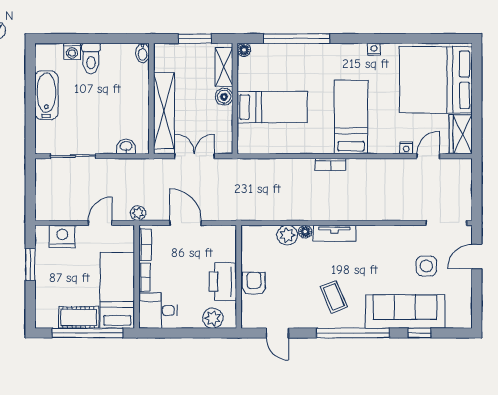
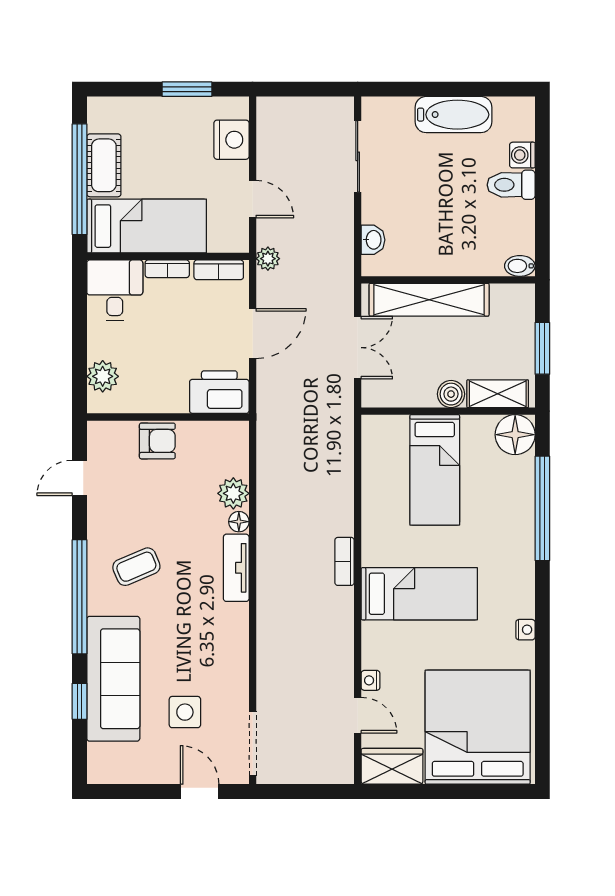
floor lamp: (244, 50) -> (515, 435), width x1.89, depth x1.89
printer: (223, 282) -> (219, 392), moved

